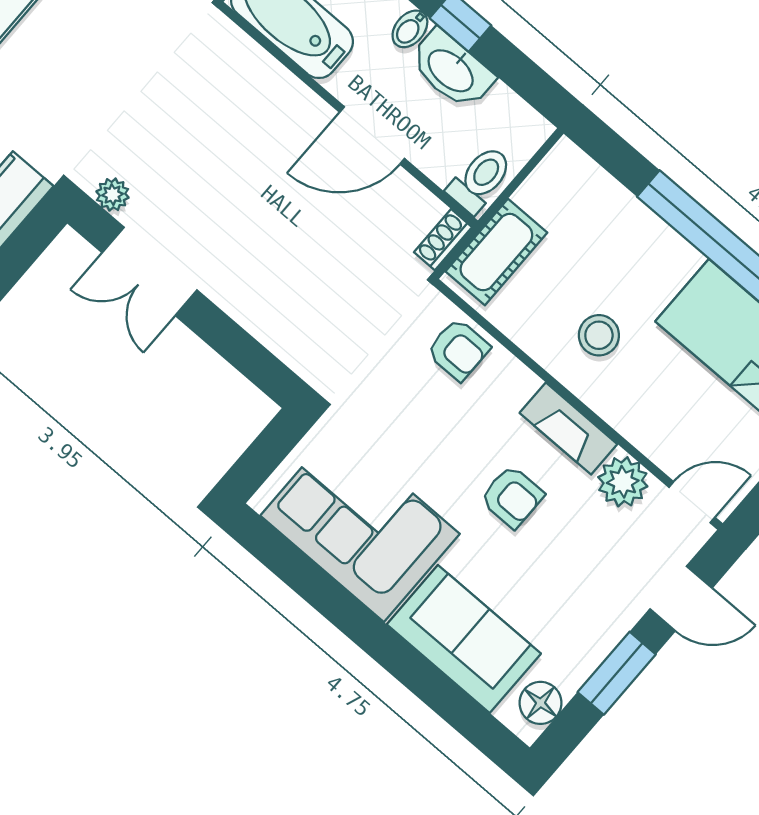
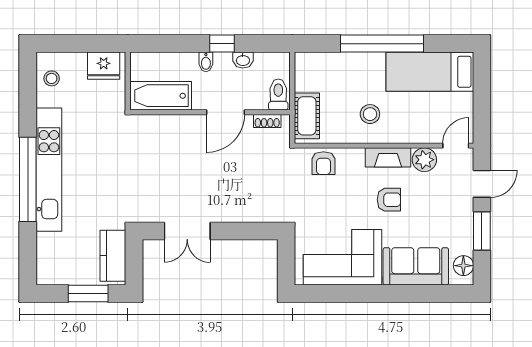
washbasin: (452, 70) -> (243, 60), width x0.52, depth x0.69
plant: (113, 195) -> (150, 215), removed
shoe rack: (443, 240) -> (267, 121), moved, turned -90
armchair: (458, 350) -> (323, 163), turned 90

